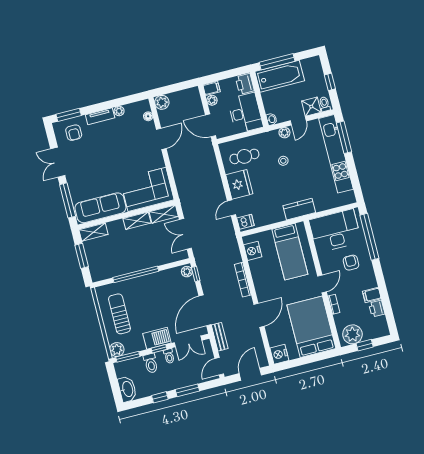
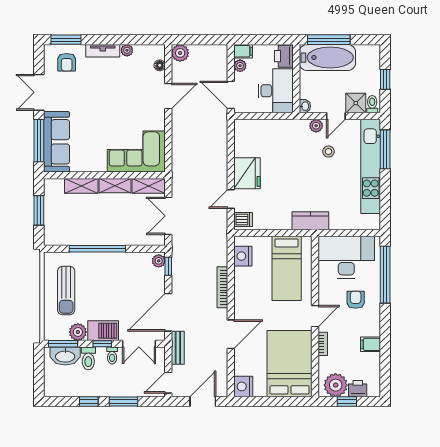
cafe table: (244, 156) -> (261, 142), removed
stool: (283, 161) -> (328, 152), moved
sofa: (100, 208) -> (56, 142), moved, turned 90
shelving: (94, 232) -> (81, 186), moved
printer: (377, 309) -> (358, 389), moved, turned 90
sun lounger: (119, 314) -> (66, 291), turned 180
plant: (117, 350) -> (78, 332), moved
washbasin: (127, 389) -> (65, 356), moved, turned 90

